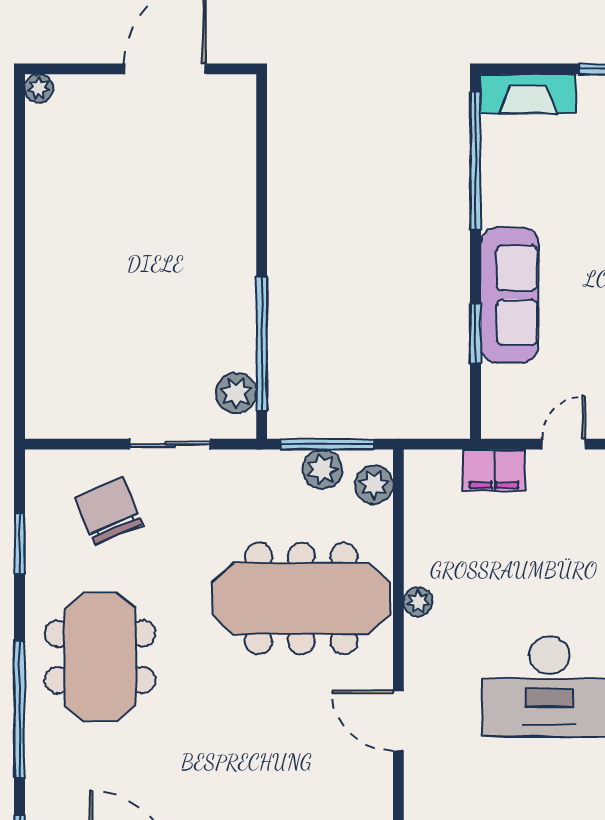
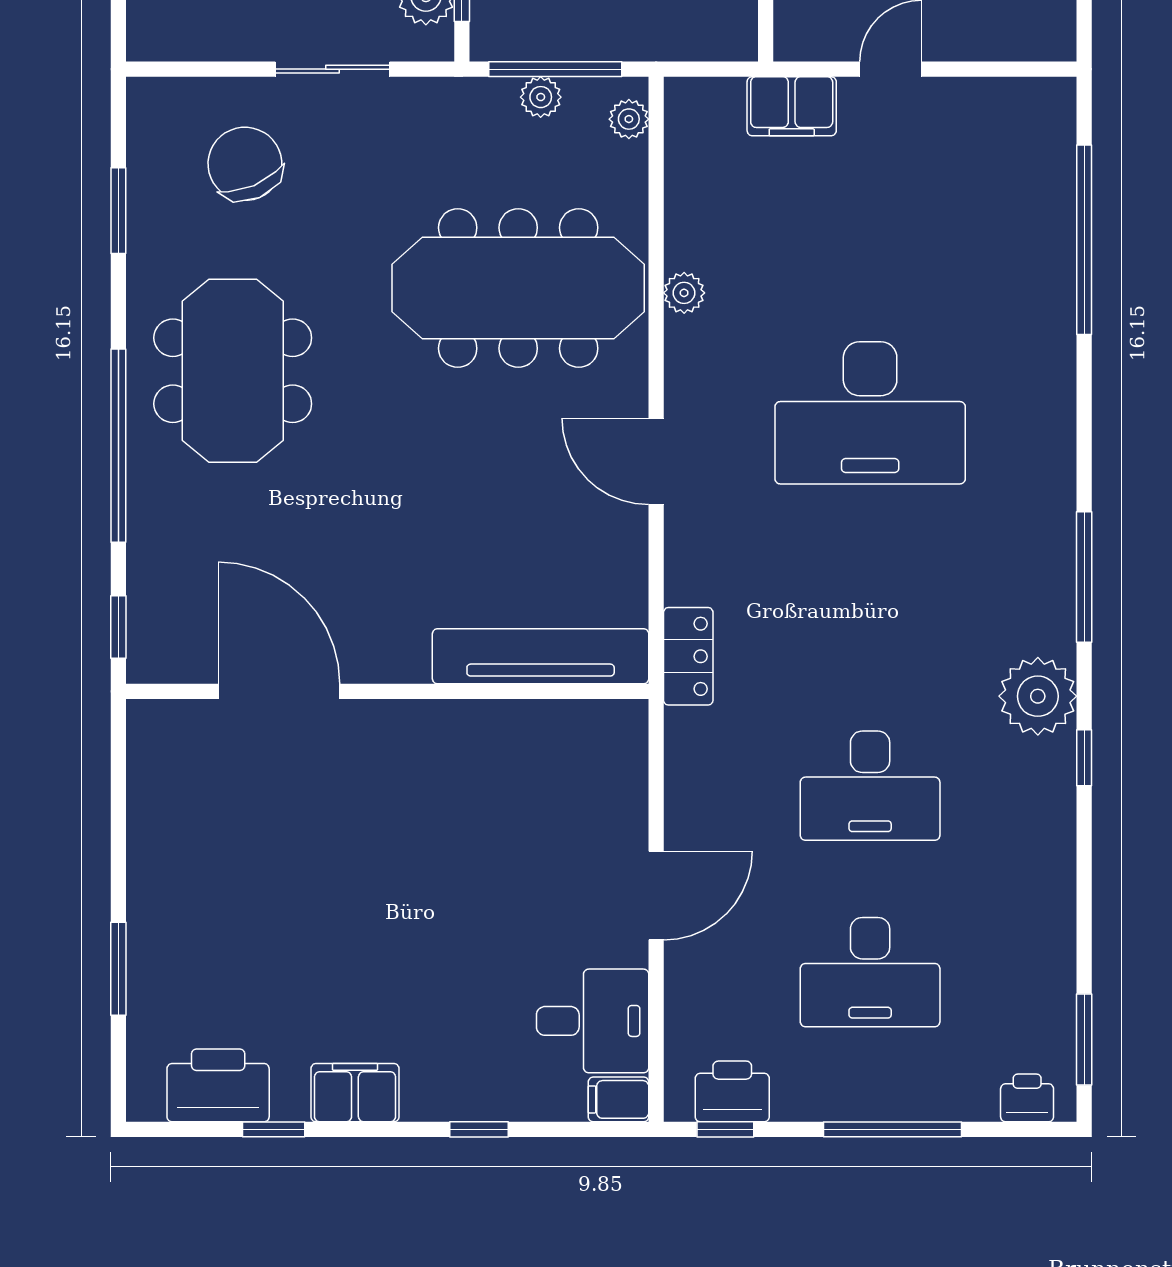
plant: (322, 469) -> (541, 97), width x0.73, depth x0.73
plant: (374, 485) -> (629, 119), width x0.73, depth x0.73

